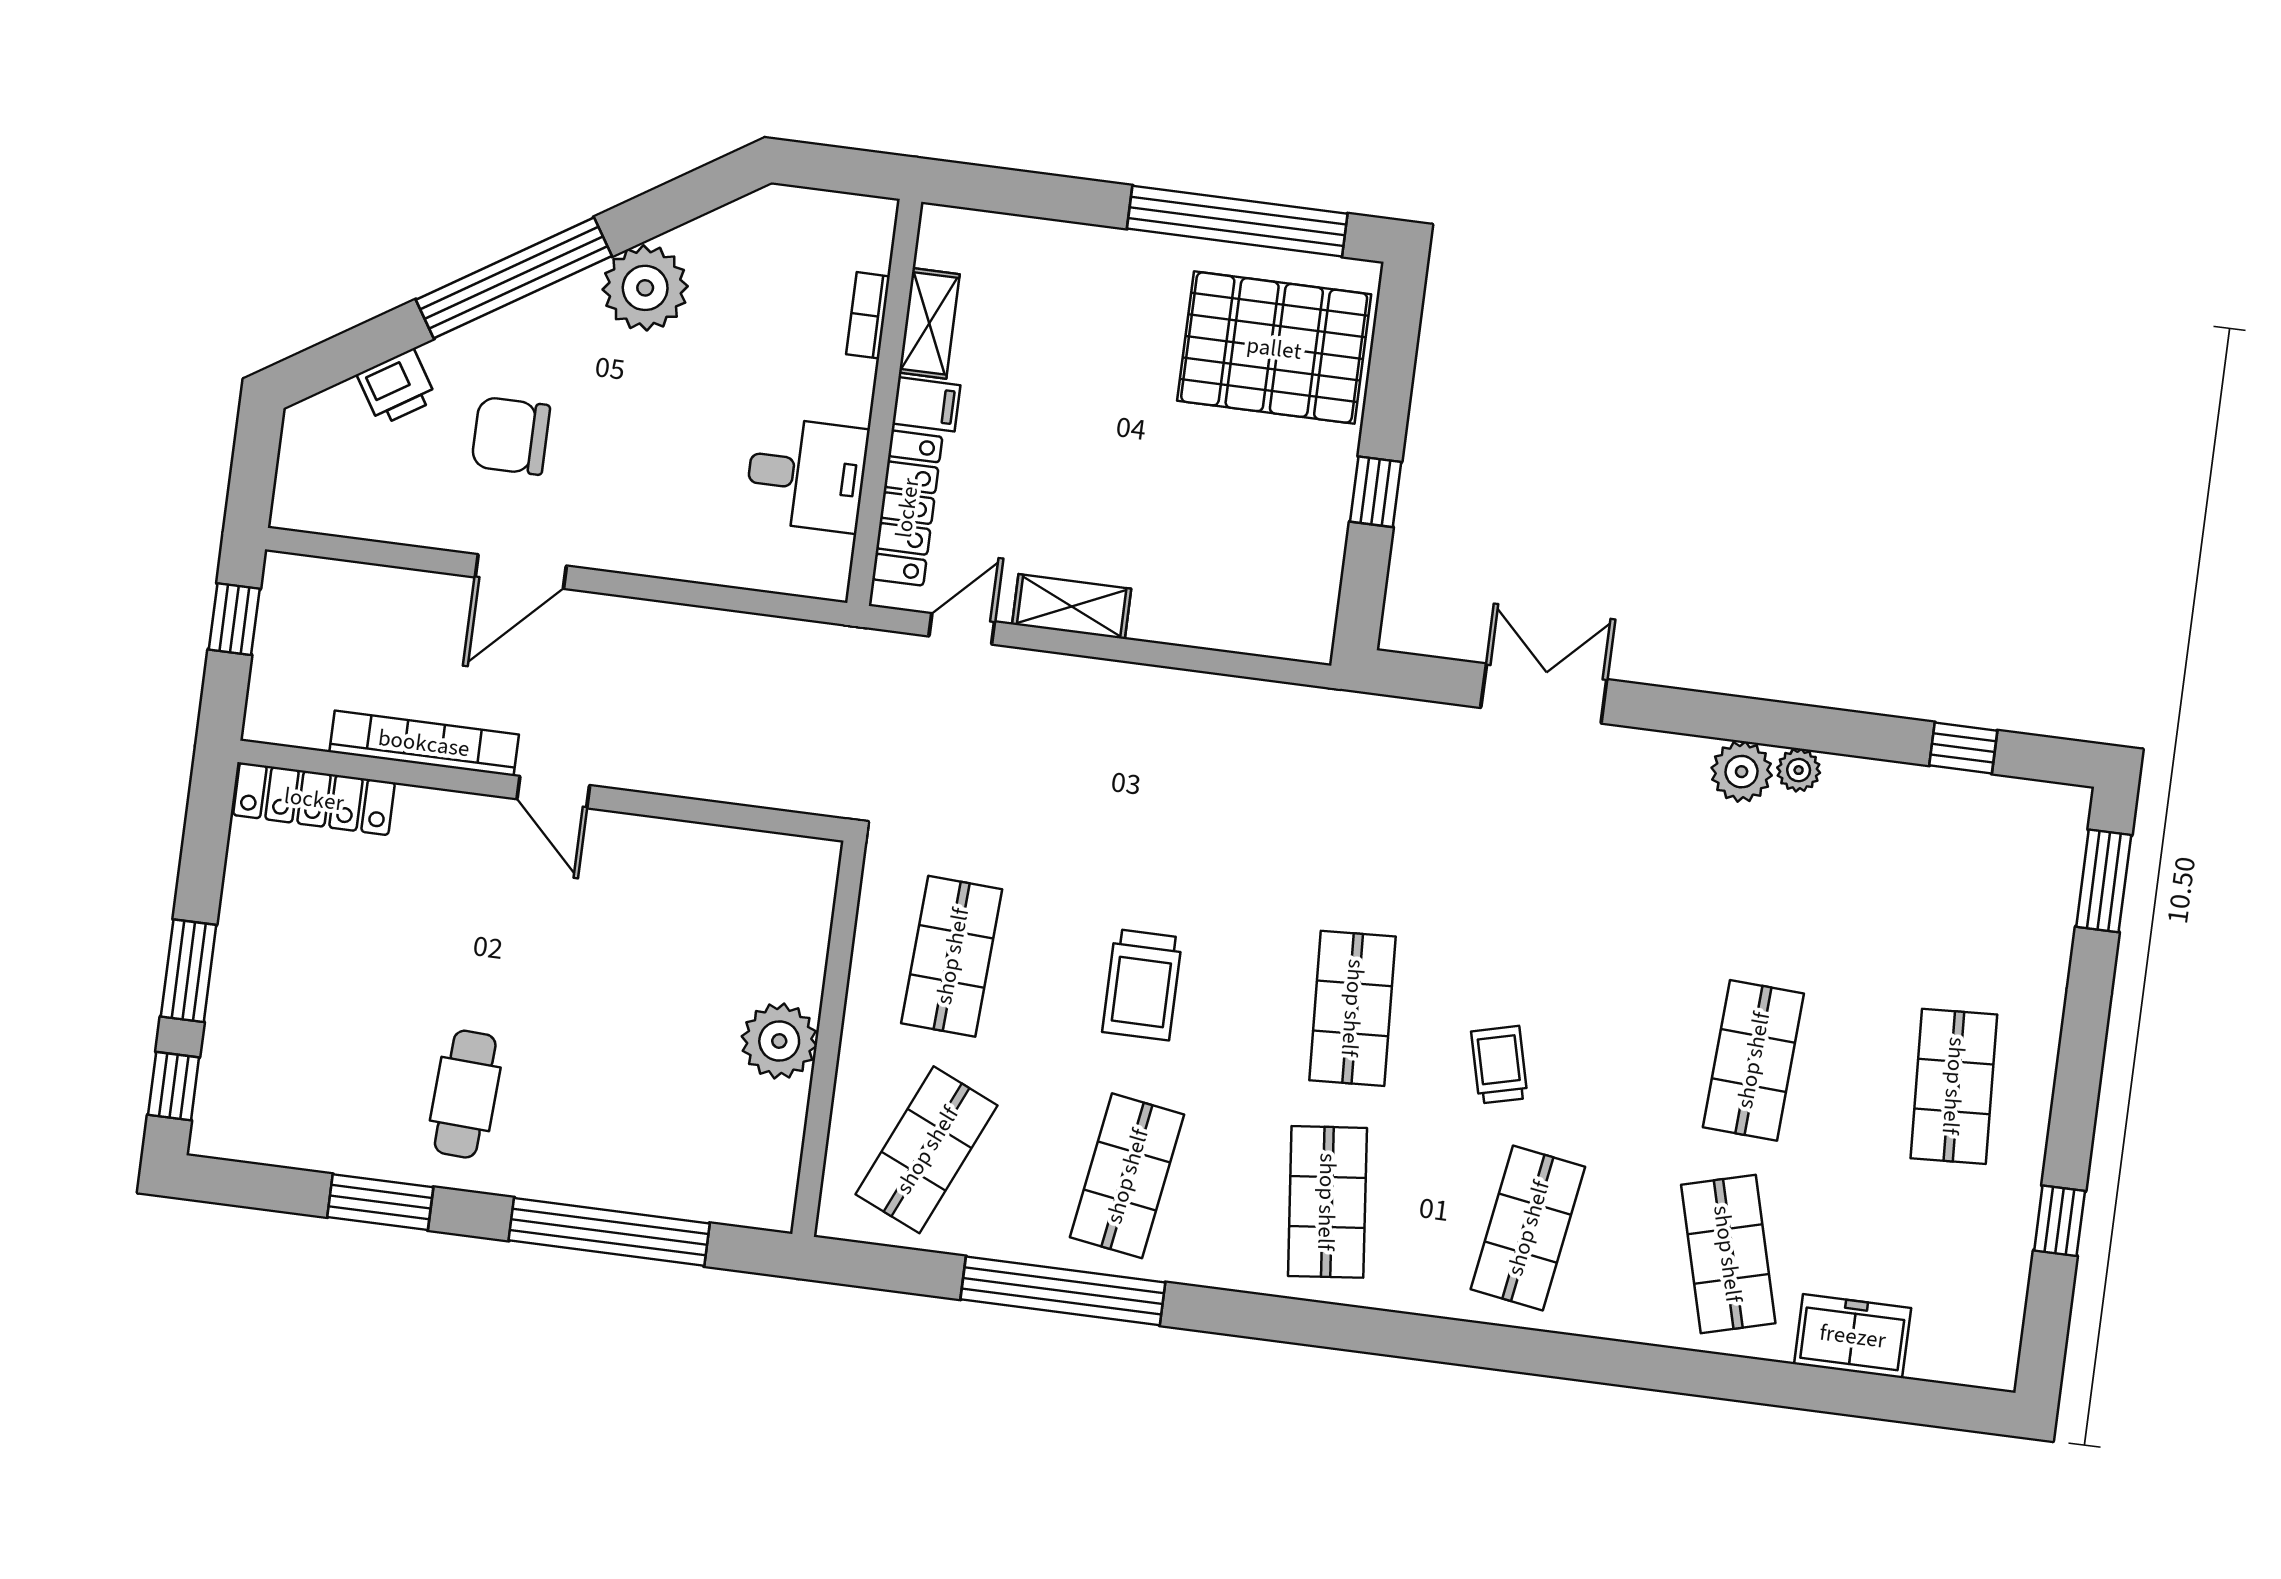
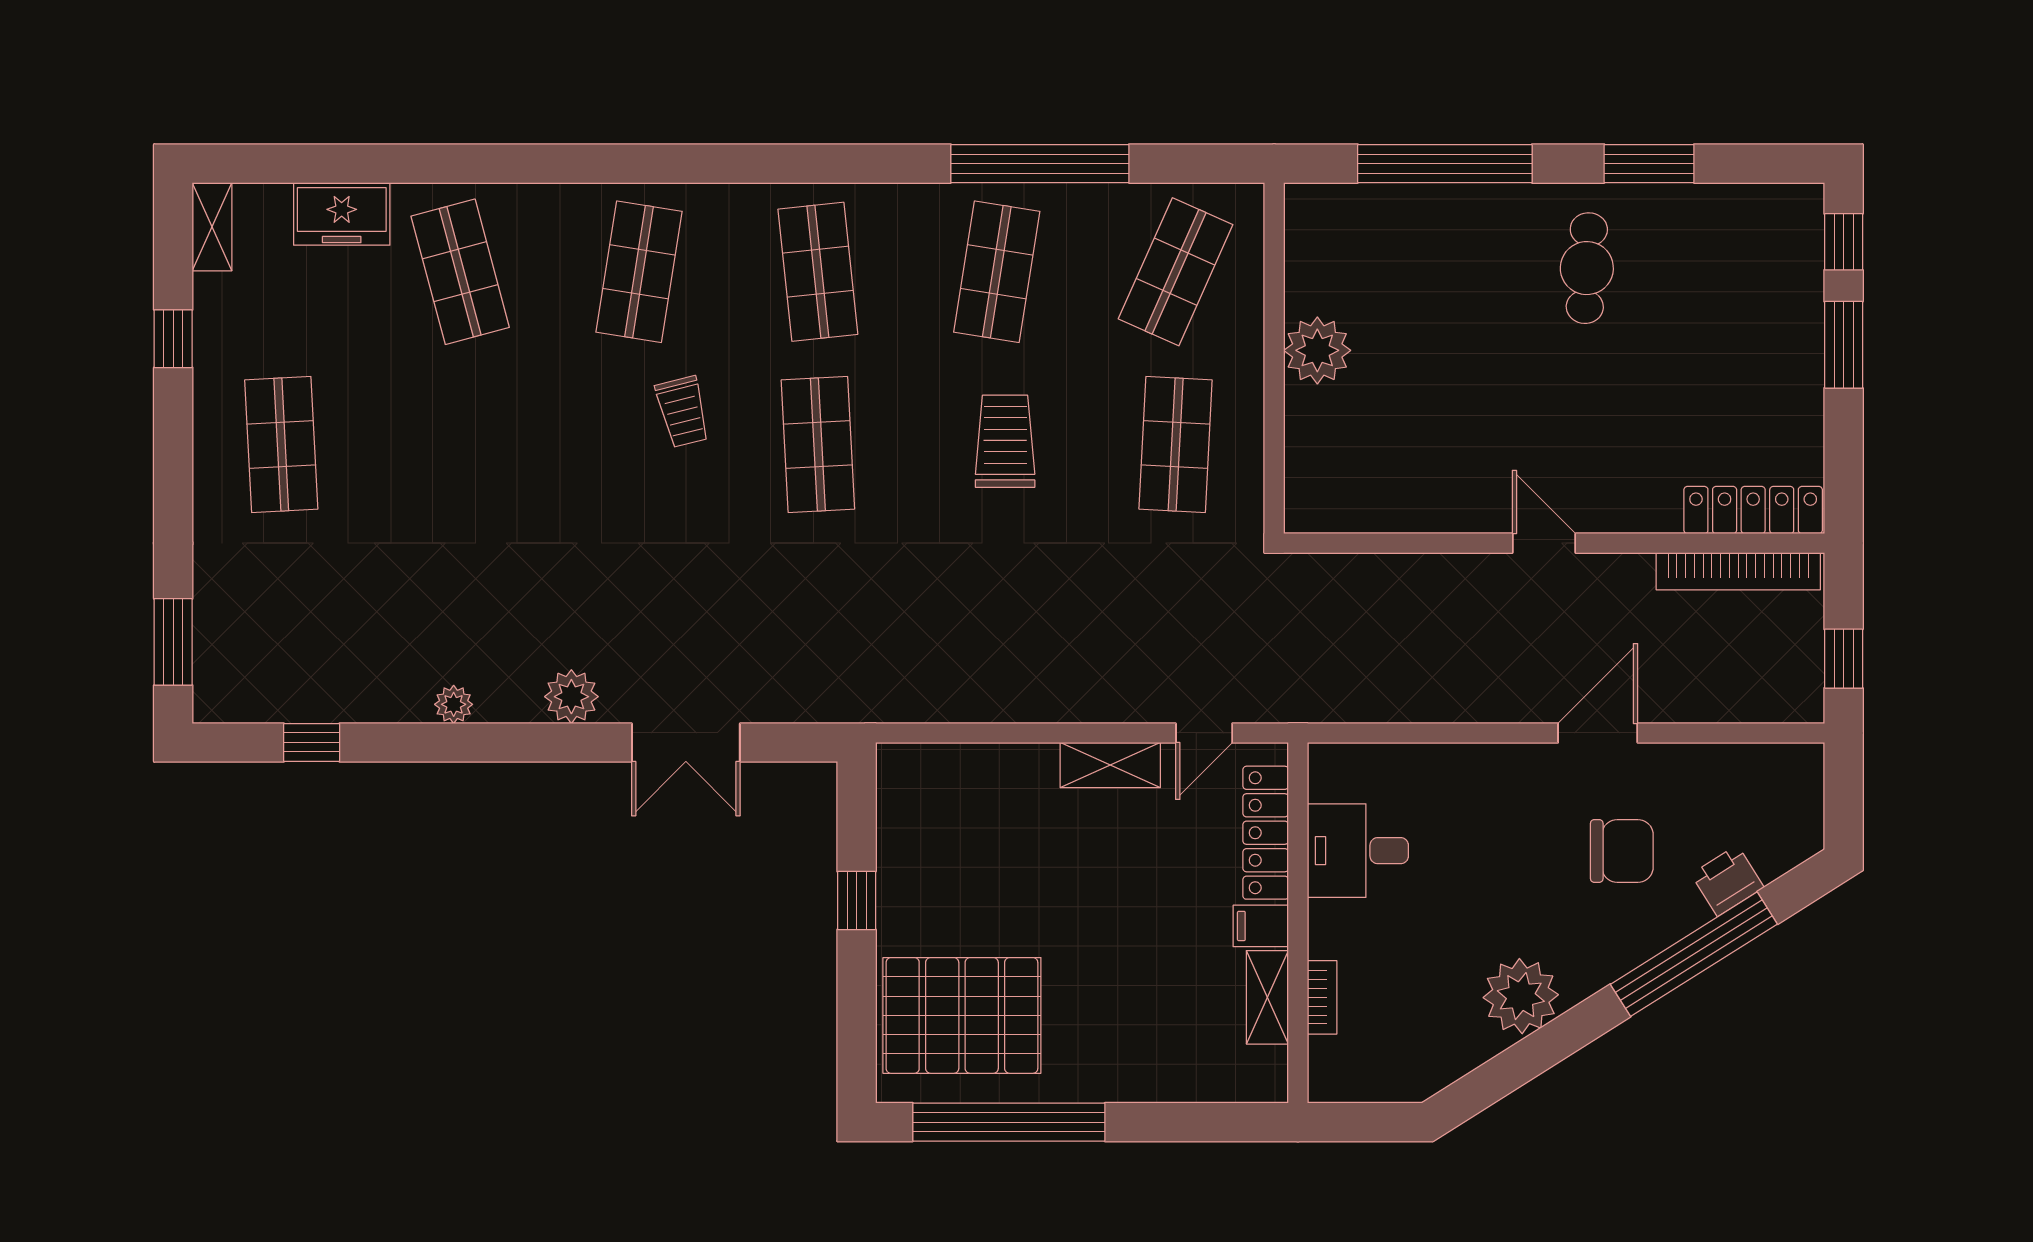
window: (514, 278) -> (1694, 954), moved
bookcase: (424, 743) -> (1738, 571), moved
plant: (1742, 772) -> (571, 697), moved
shop shelf: (1753, 1060) -> (460, 444), removed
shelving: (2000, 1341) -> (212, 227), added

